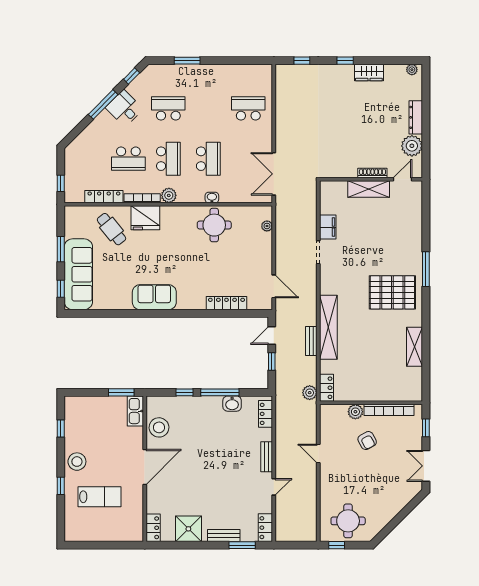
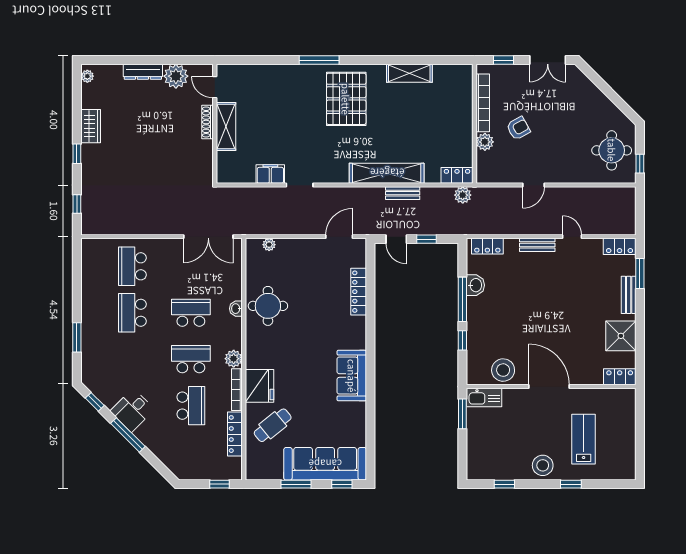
school desk: (168, 108) -> (132, 313), moved

